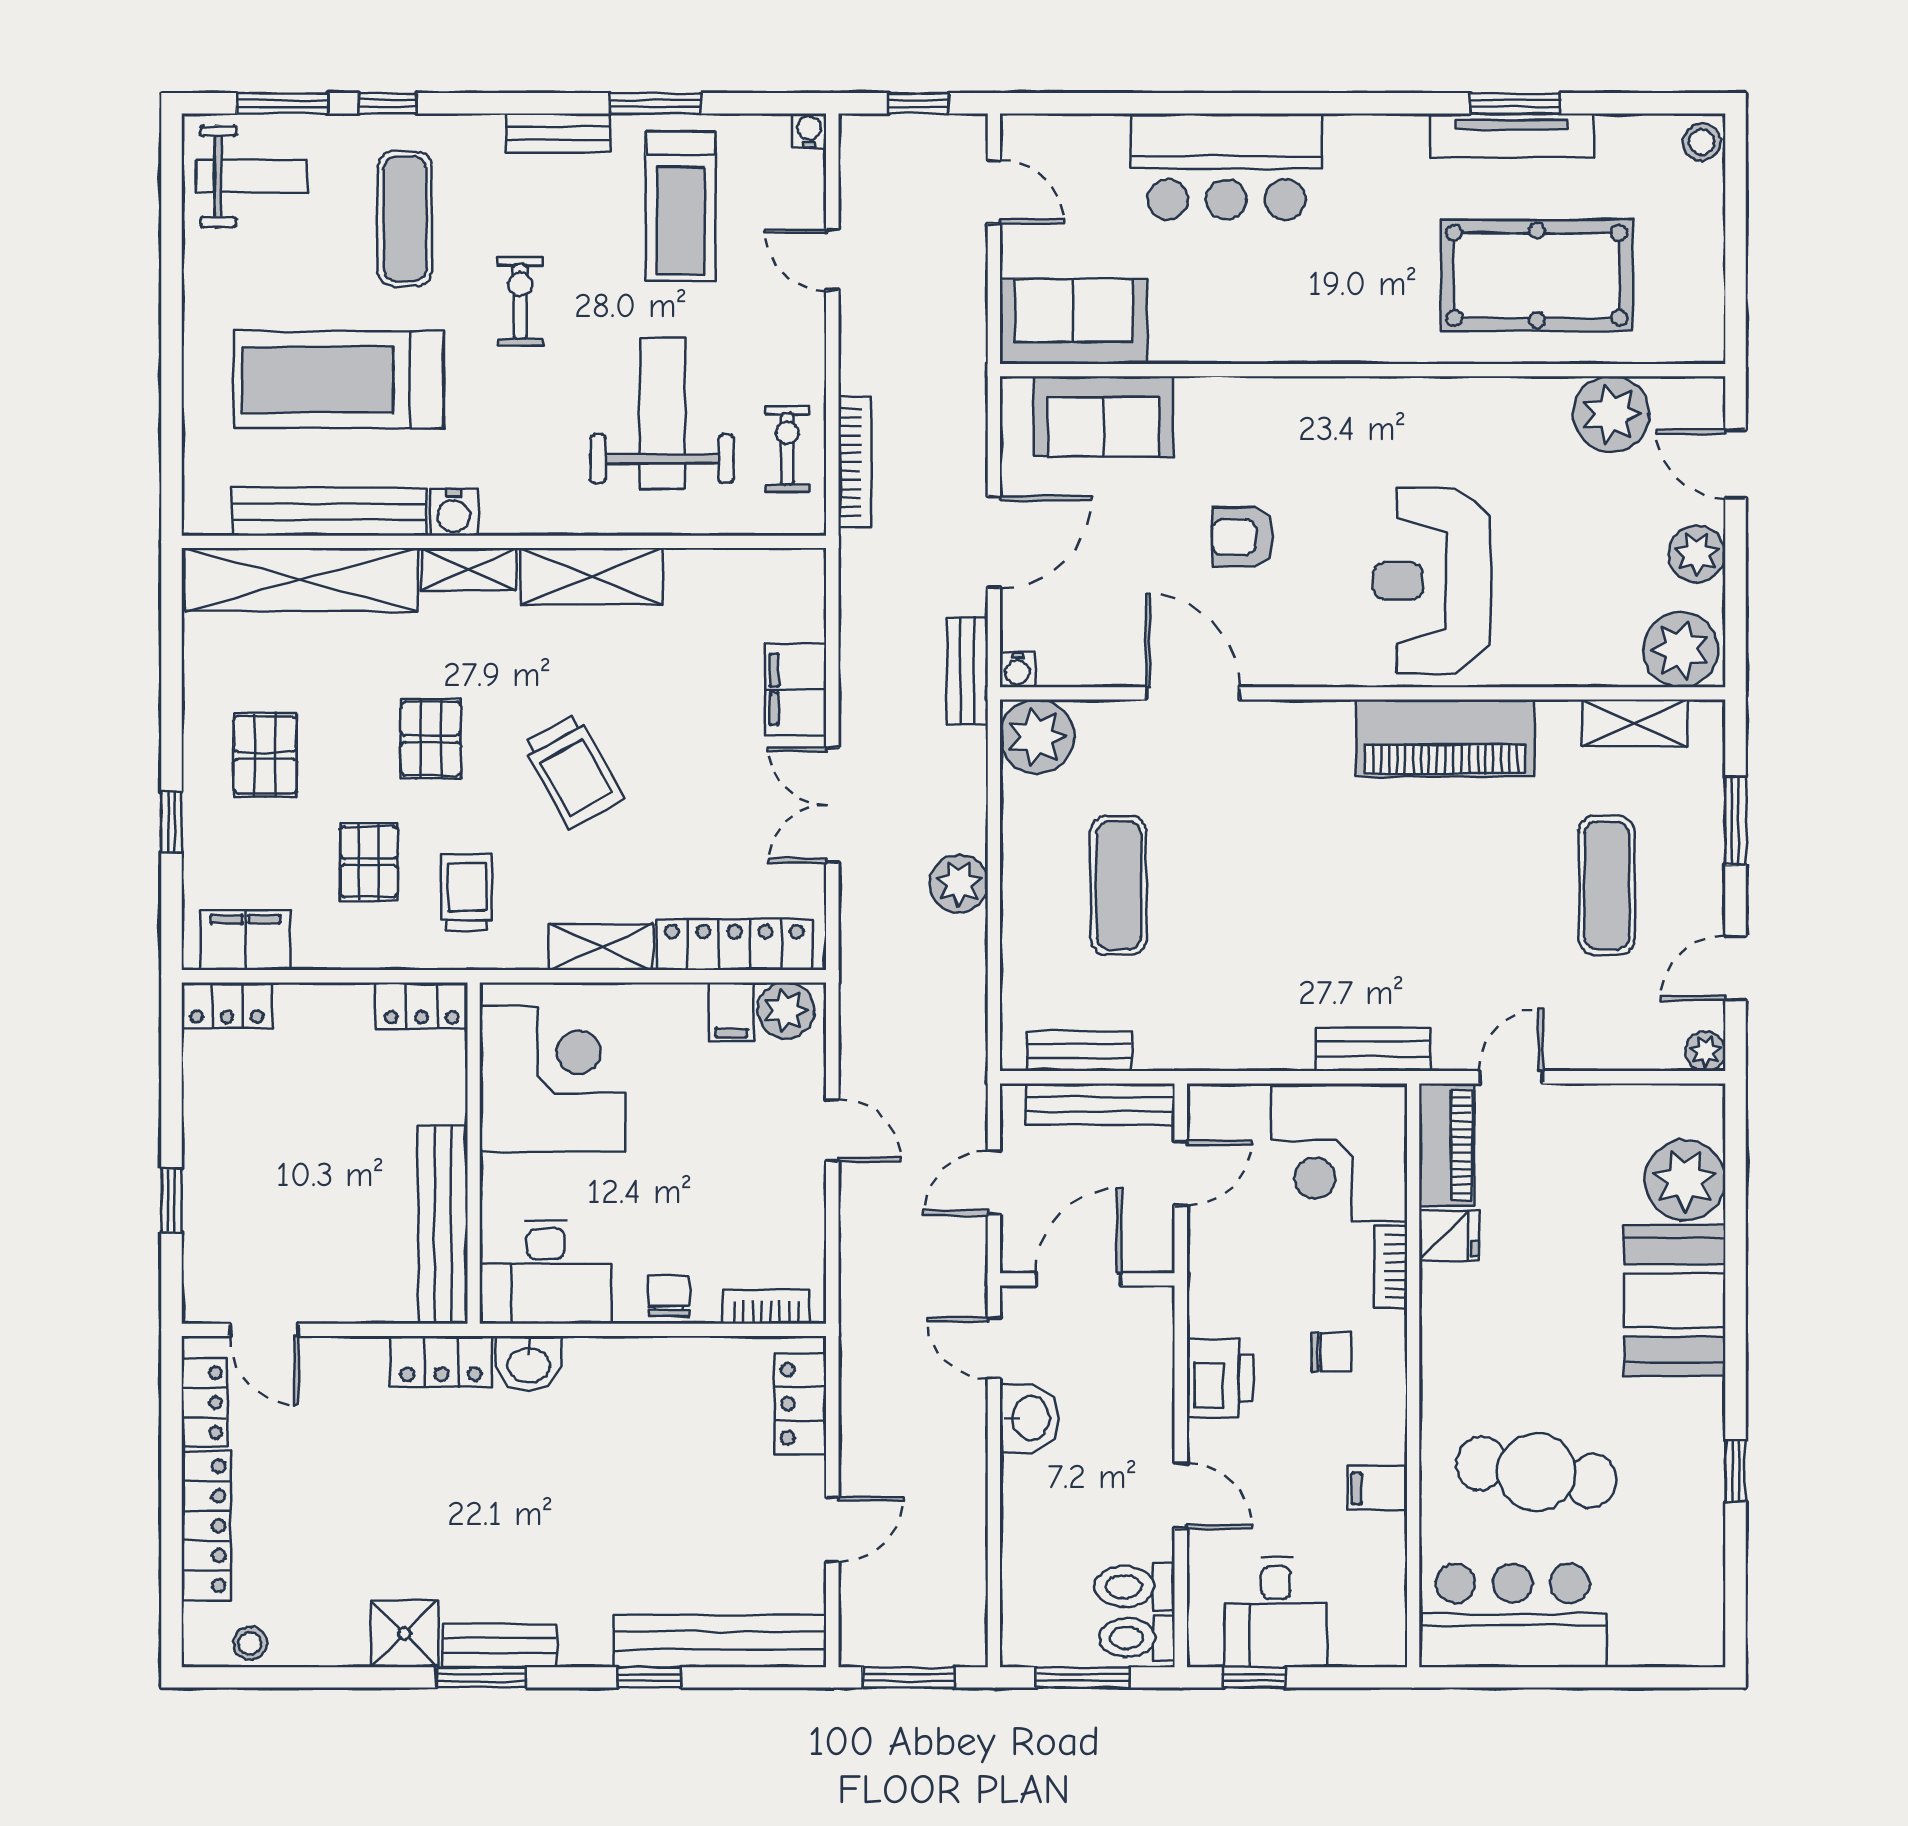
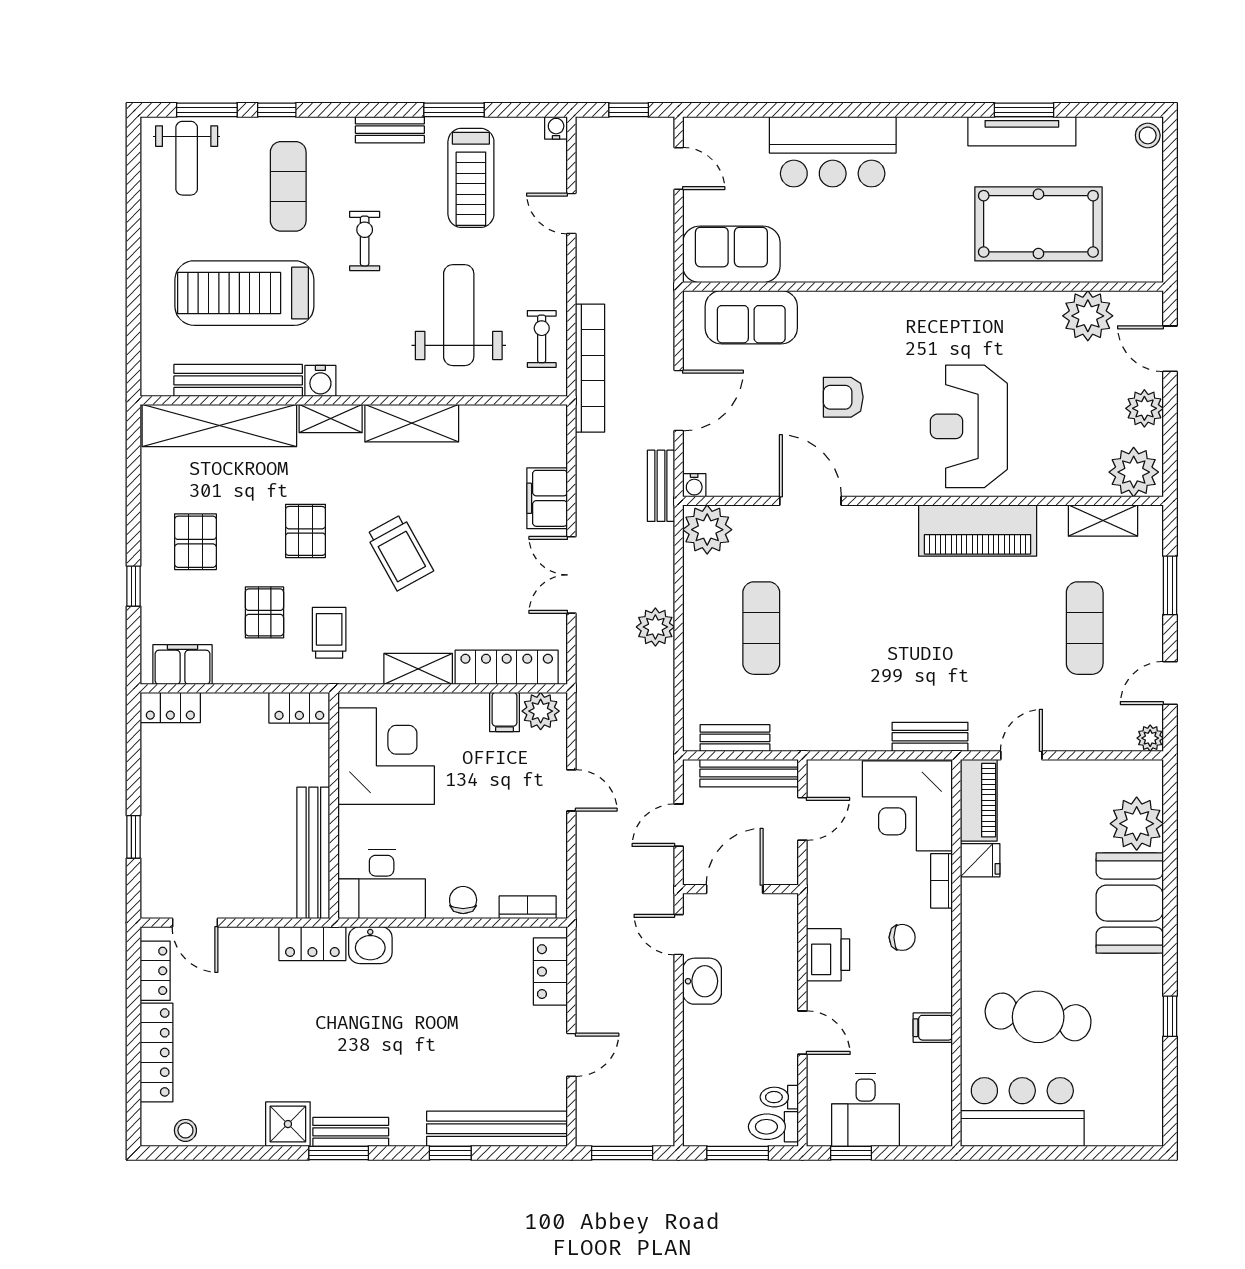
weight bench: (252, 176) -> (187, 158), turned 90
bookcase: (855, 462) -> (590, 368), width x1.48, depth x1.31
toilet: (1135, 1586) -> (779, 1097), width x0.73, depth x0.72

